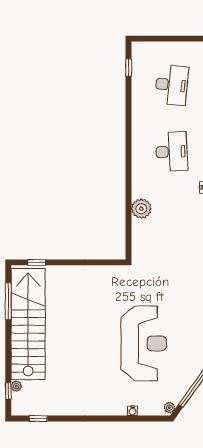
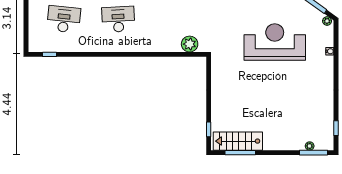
plant: (141, 209) -> (190, 44), moved
stairs: (28, 324) -> (238, 141), width x0.54, depth x0.66
window: (8, 391) -> (313, 153), width x2.17

